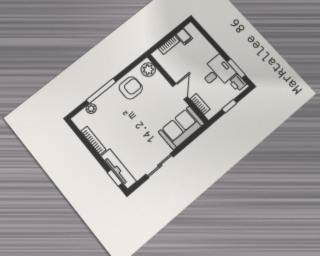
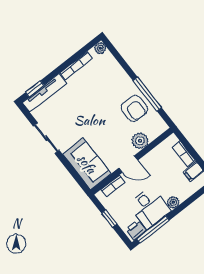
plant: (211, 52) -> (173, 202), added
window: (236, 68) -> (153, 229), width x1.44
plant: (148, 70) -> (140, 141), moved
window: (101, 91) -> (147, 94), moved
plant: (91, 109) -> (100, 48), moved

